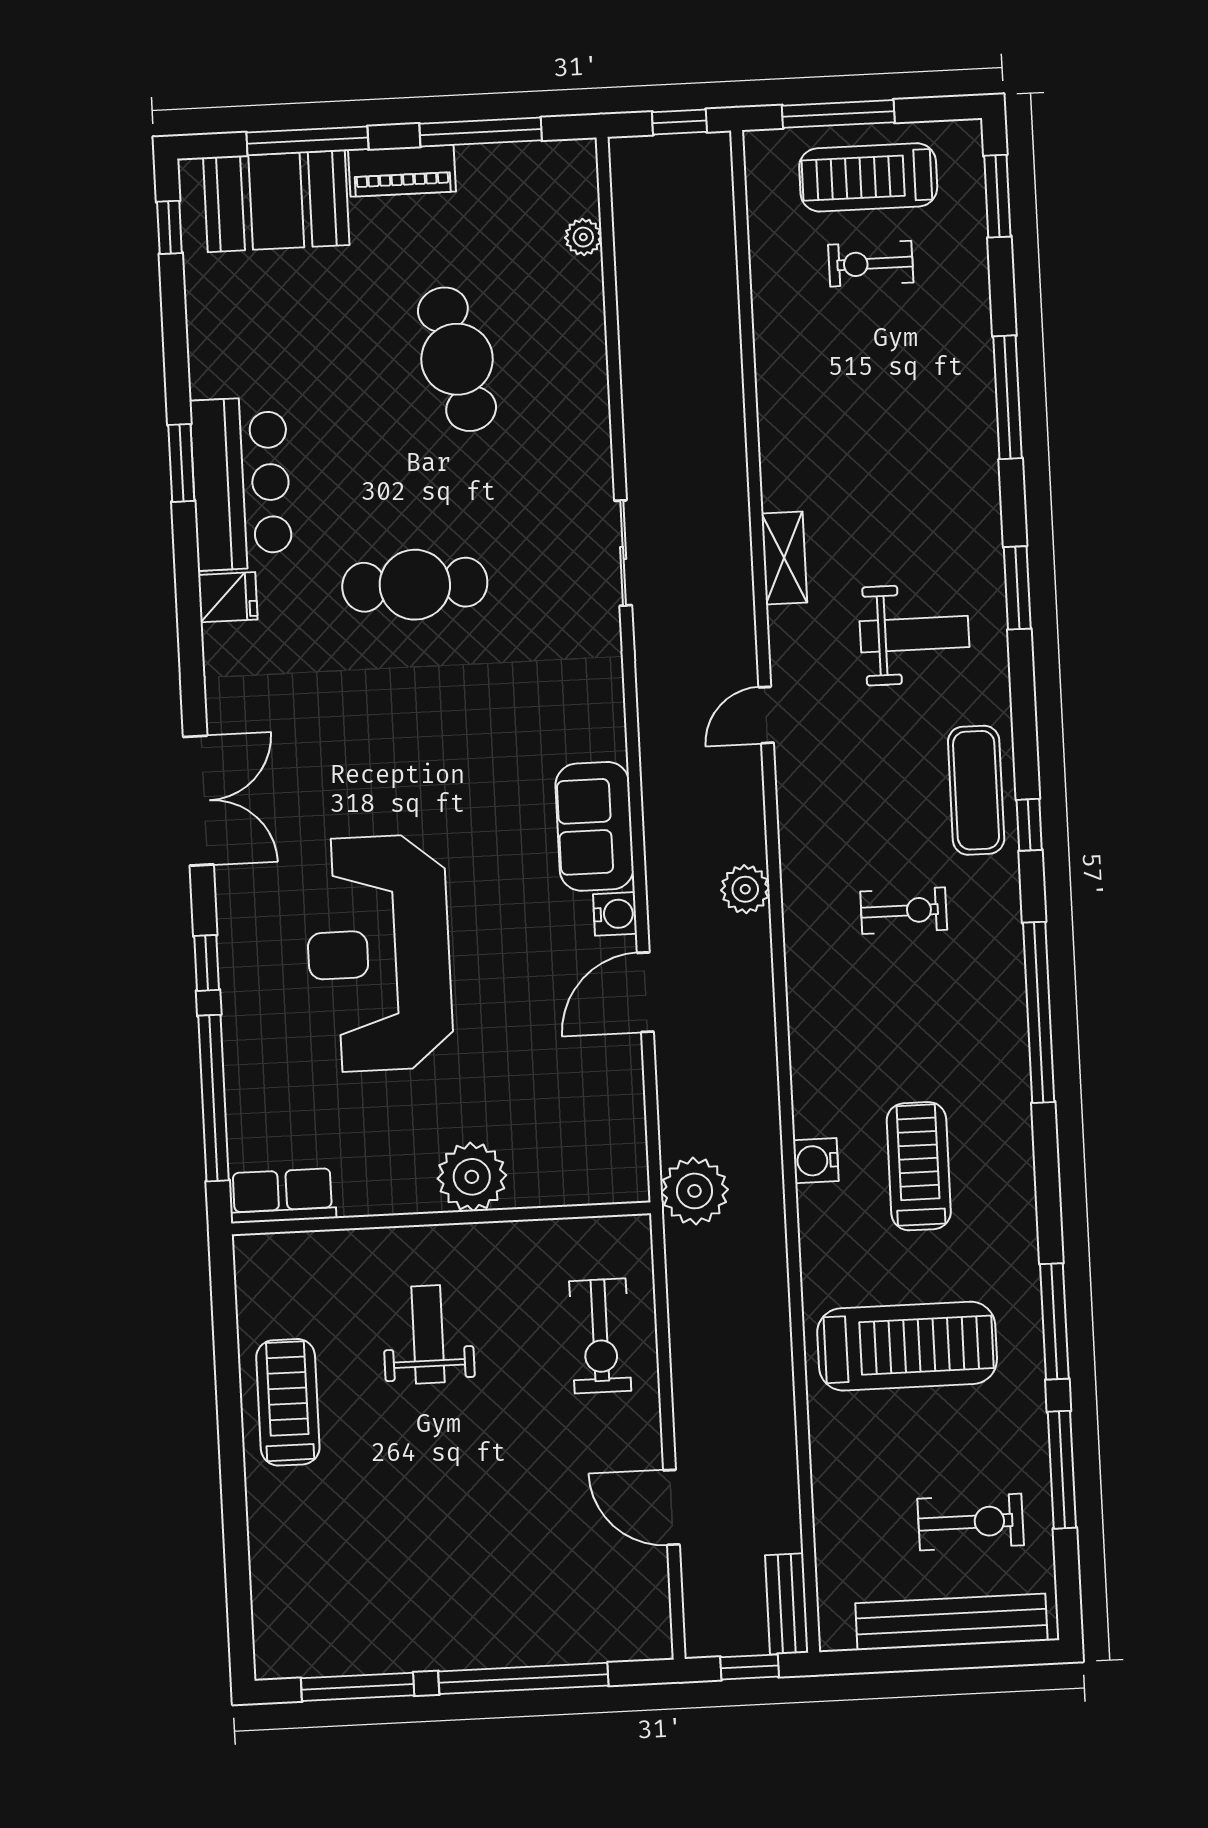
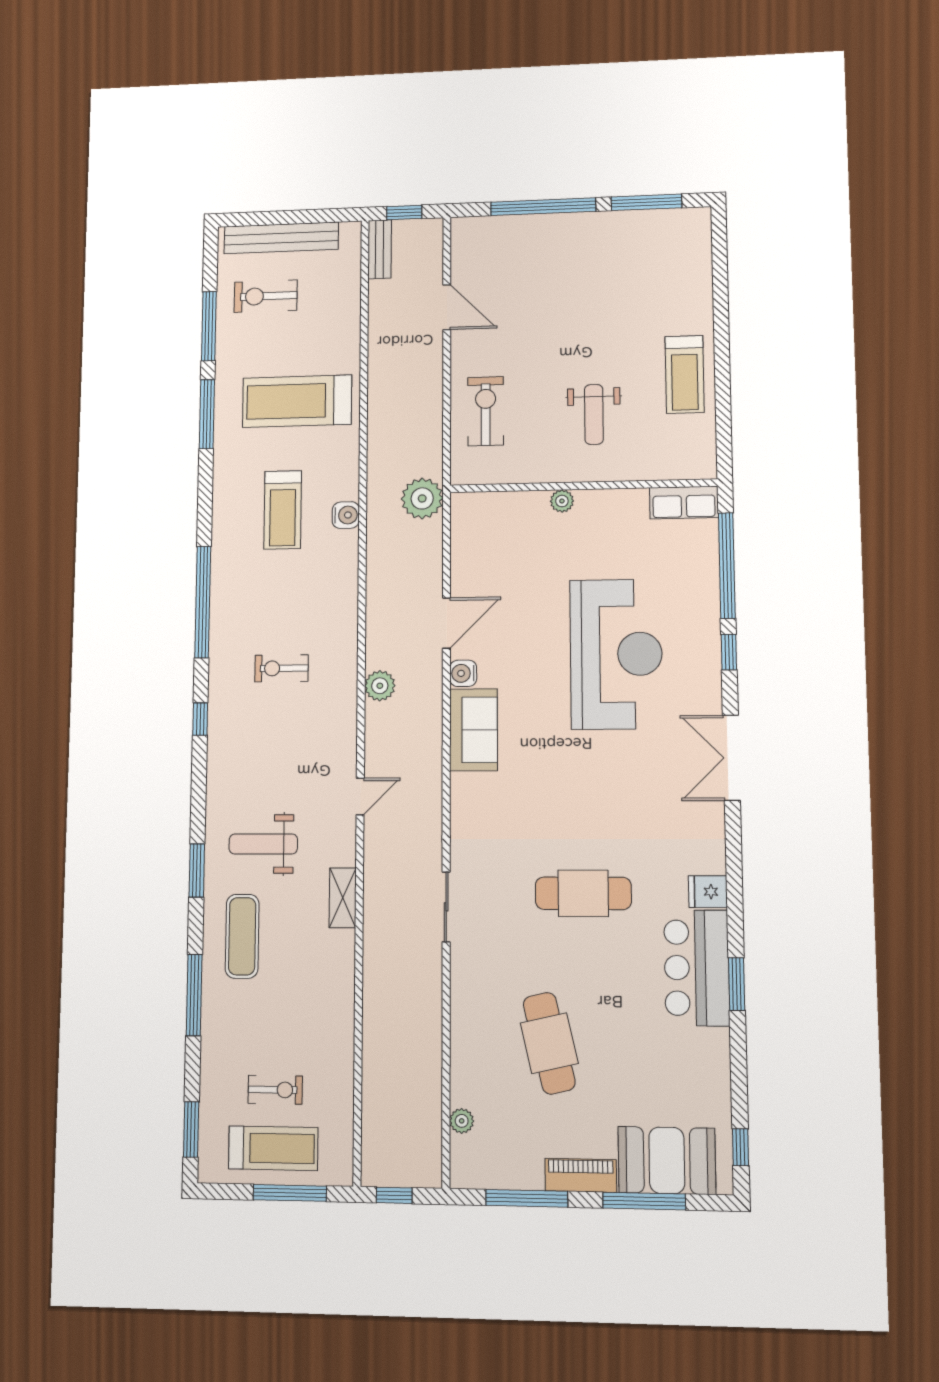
exercise mat: (976, 790) -> (242, 936), moved
plant: (472, 1177) -> (562, 501), width x0.53, depth x0.53

